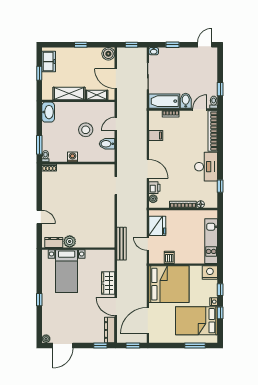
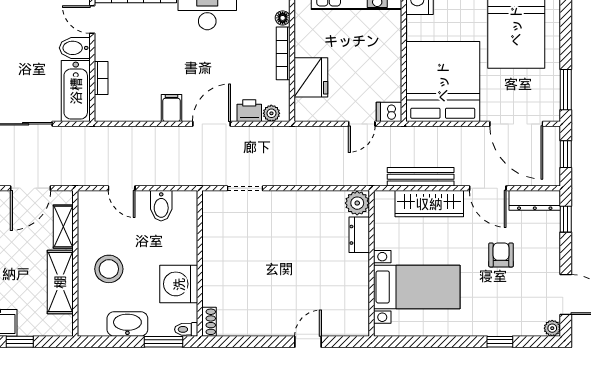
washbasin: (48, 112) -> (127, 324), moved
stool: (86, 130) -> (109, 269), moved
filing cabinet: (156, 136) -> (171, 108), moved
washing machine: (73, 157) -> (179, 284), width x1.89, depth x1.89
fridge: (157, 226) -> (311, 77), moved, turned 90
plant: (70, 241) -> (357, 203), moved
dresser: (54, 242) -> (359, 235), moved
bench: (121, 244) -> (421, 177), moved
dishwasher: (169, 257) -> (389, 112), moved
wardrobe: (108, 283) -> (429, 204), width x1.50
window: (39, 300) -> (500, 342), moved
door: (116, 307) -> (488, 188), hinge flipped
armchair: (83, 313) -> (501, 255), added
window: (195, 345) -> (566, 90), moved

